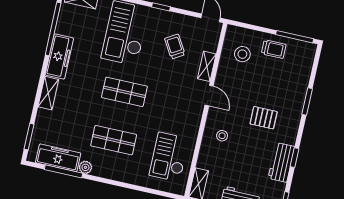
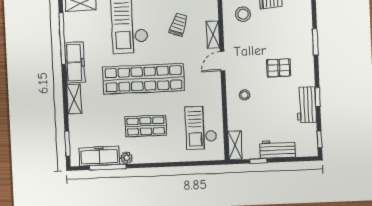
trolley: (175, 47) -> (178, 24), turned 51
shop shelf: (124, 92) -> (143, 79), width x2.00, depth x1.36
door: (209, 96) -> (222, 61), swing flipped

